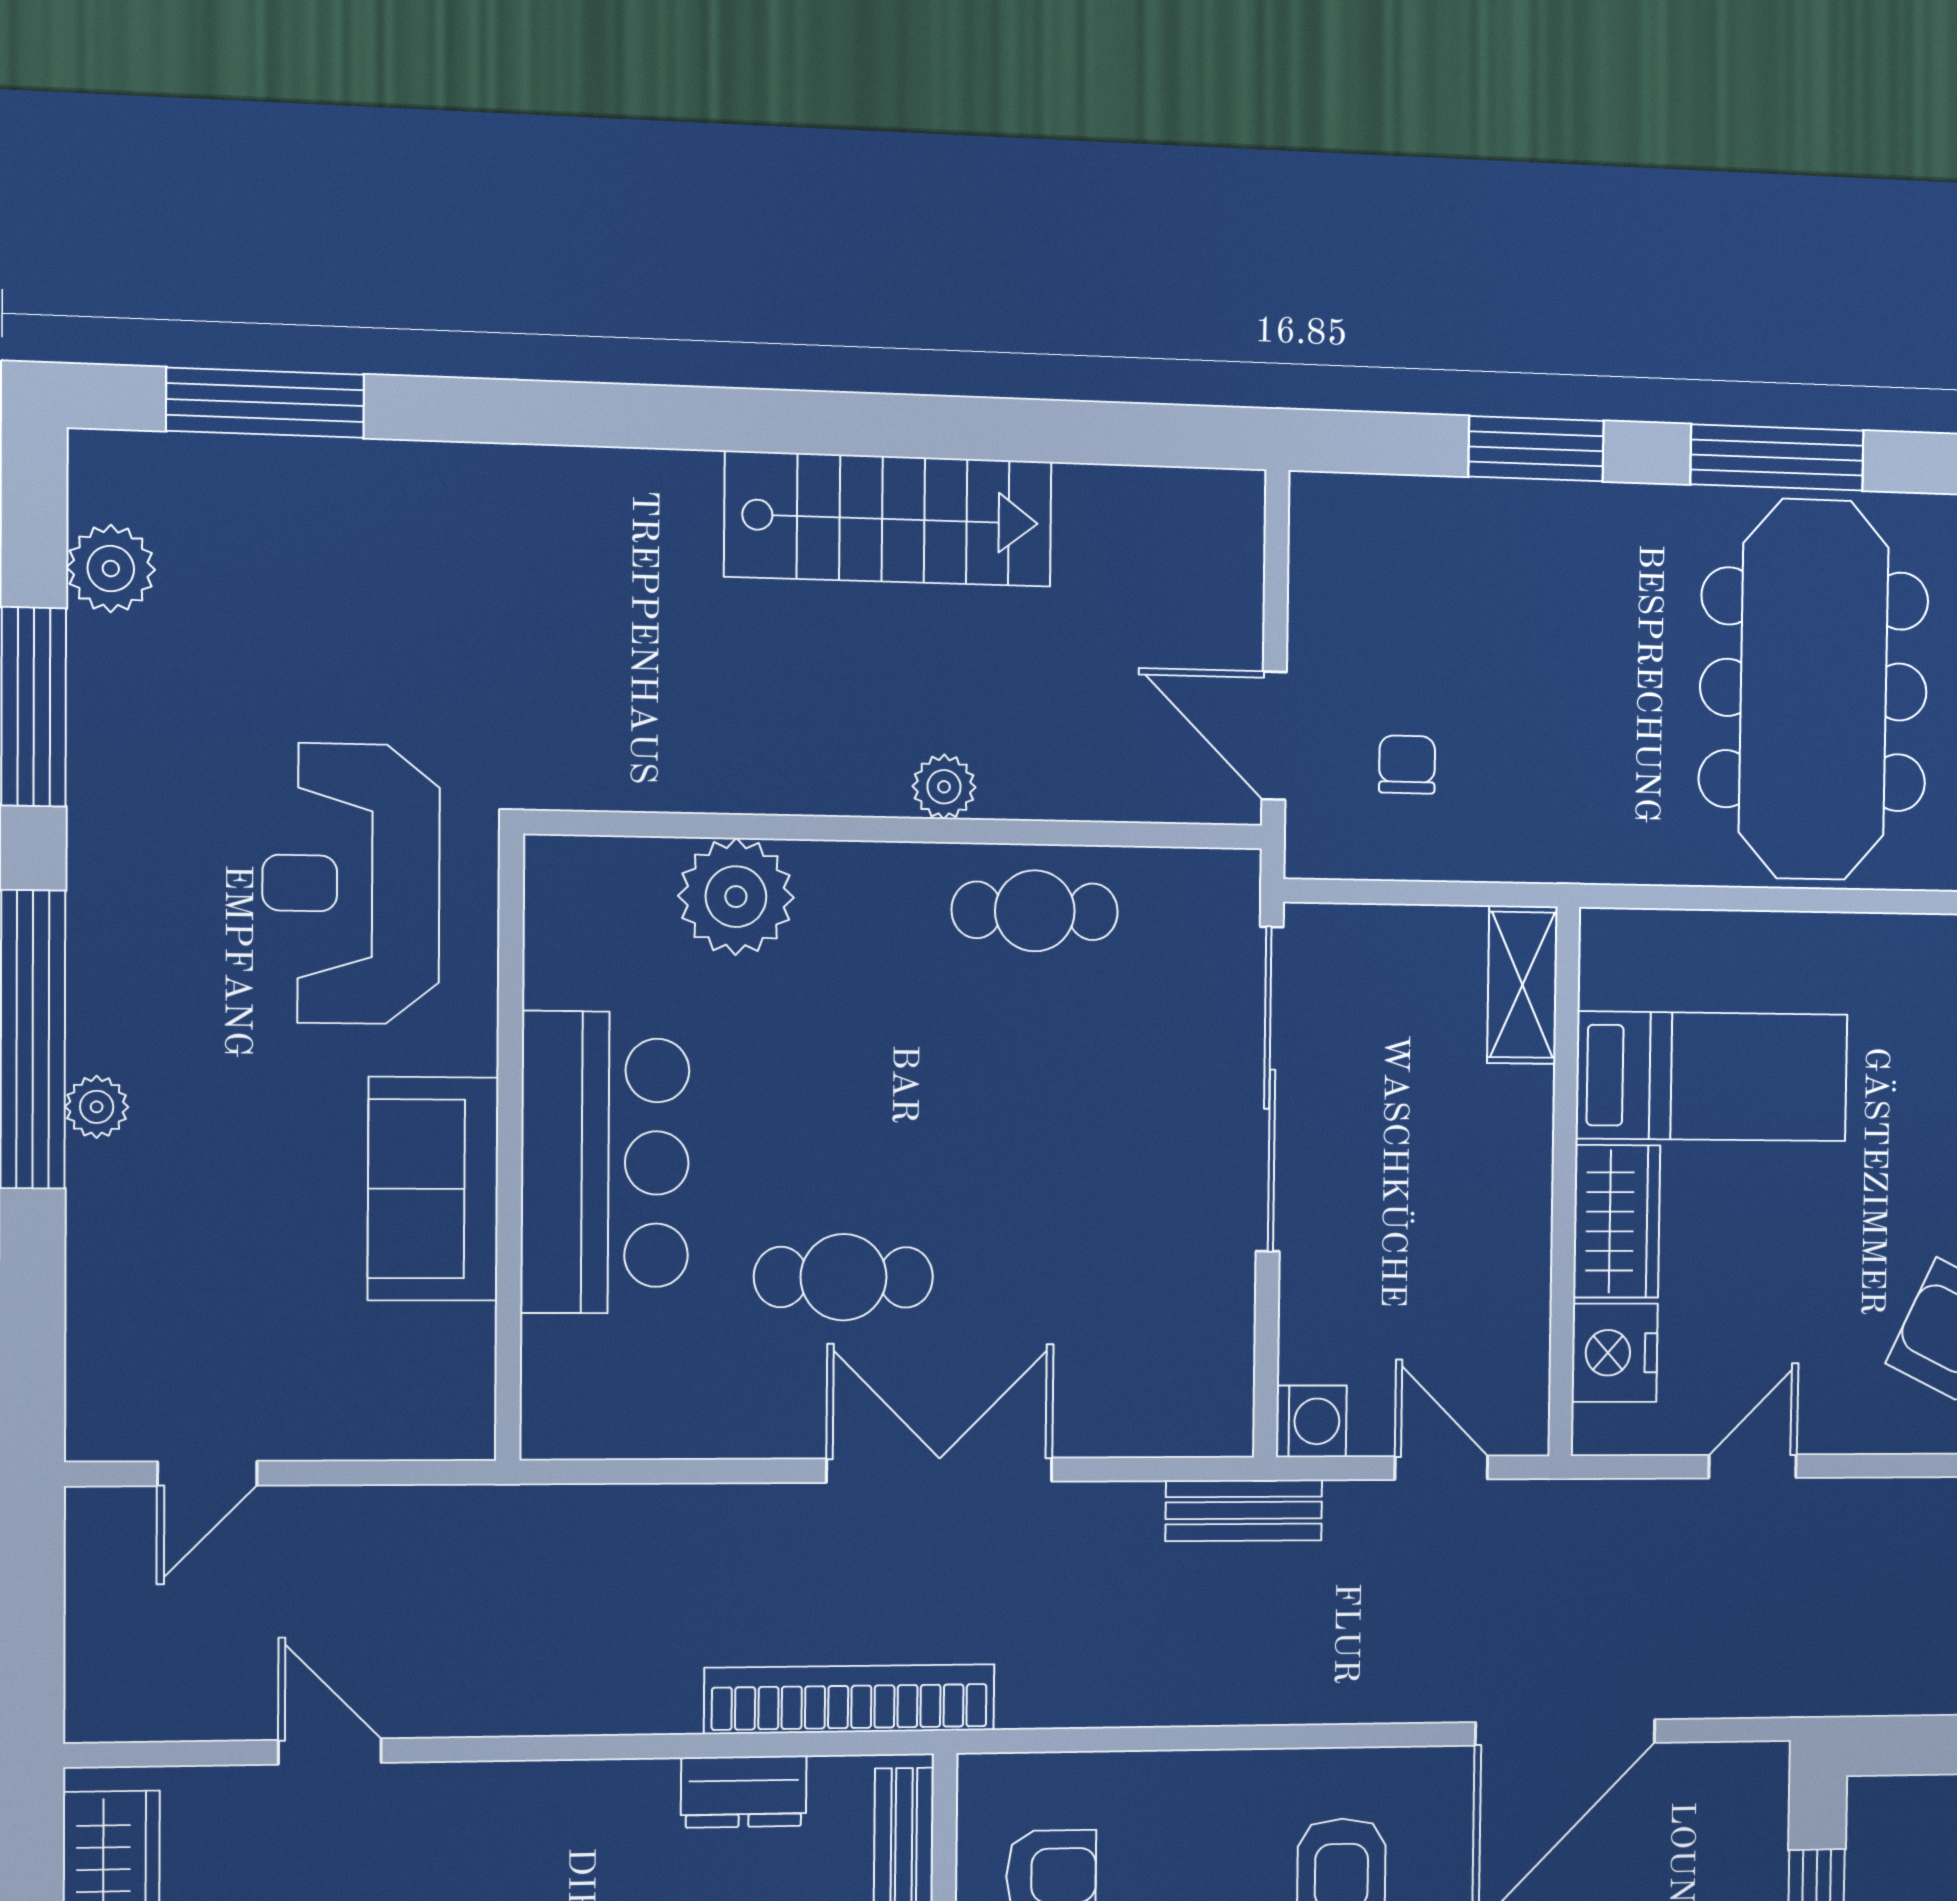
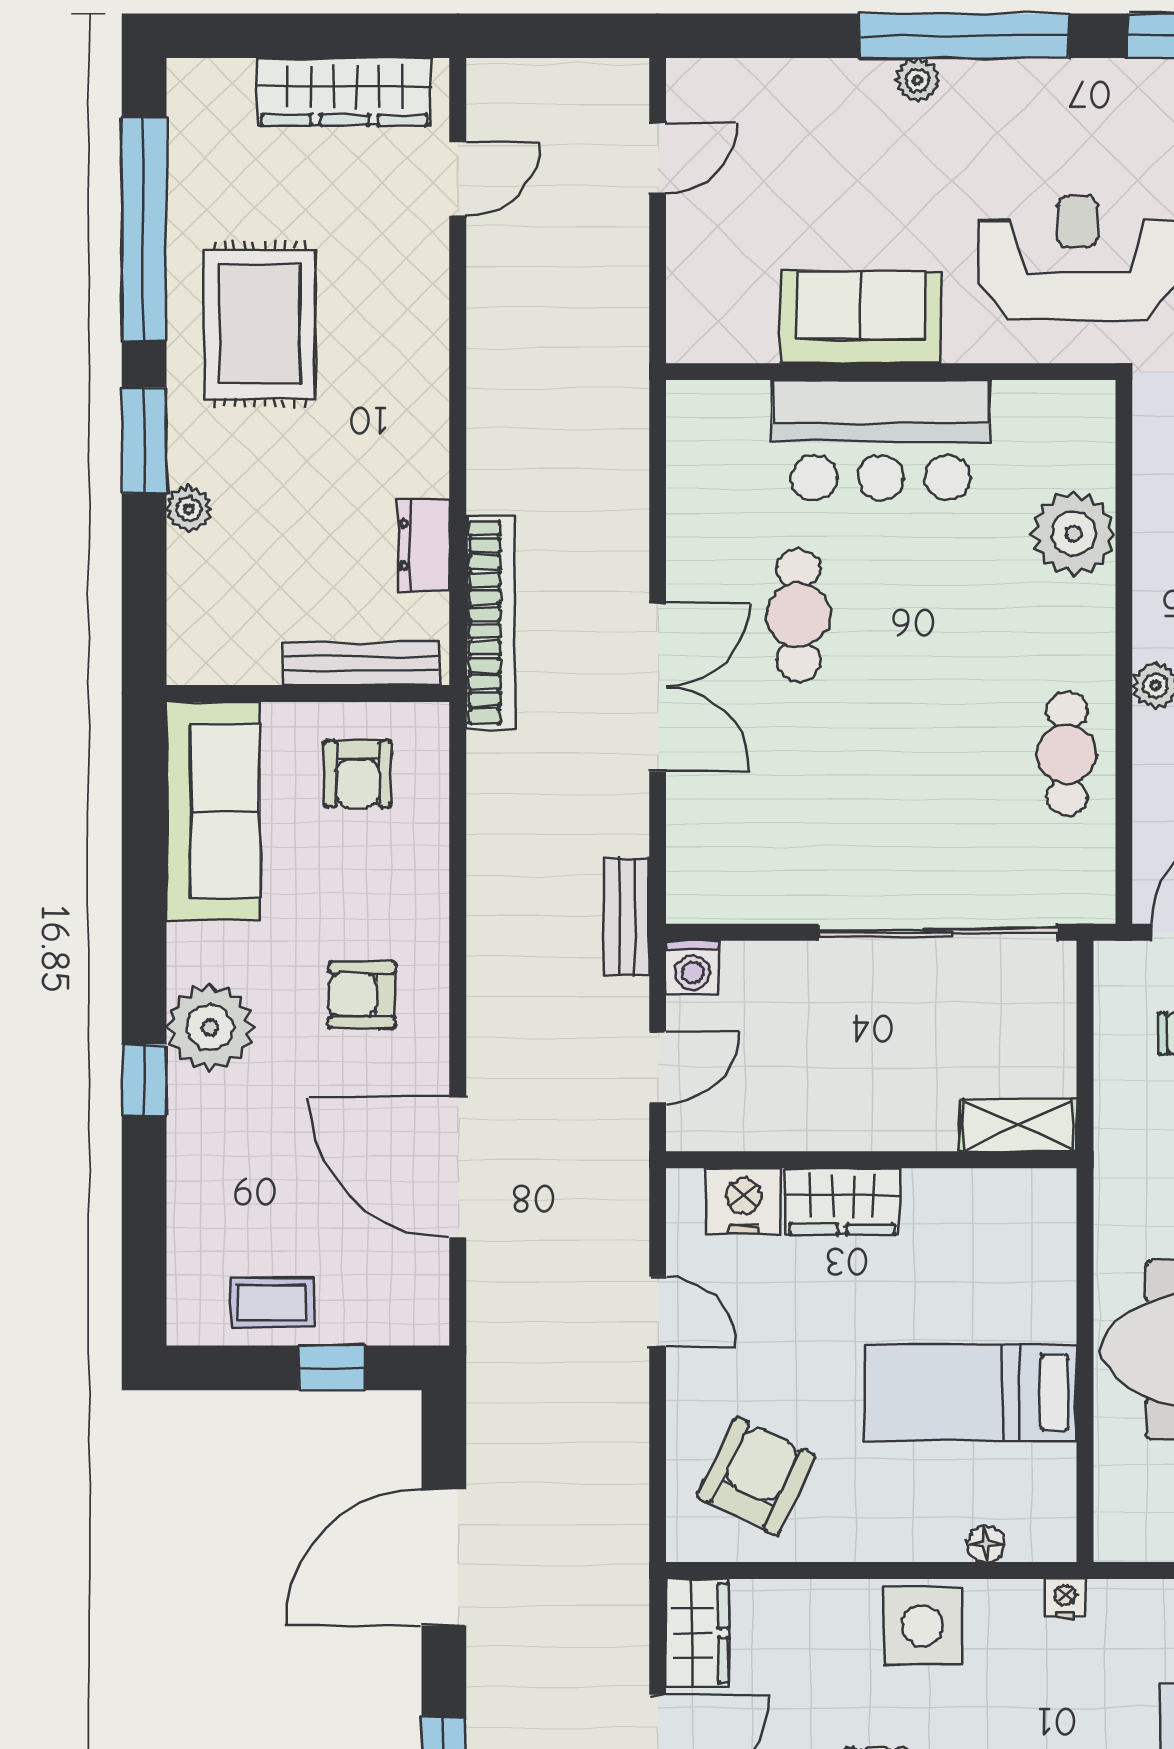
bed: (1712, 1076) -> (971, 1393), moved, turned 90
door: (207, 1474) -> (658, 158), swing flipped
door: (330, 1751) -> (458, 179), moved

